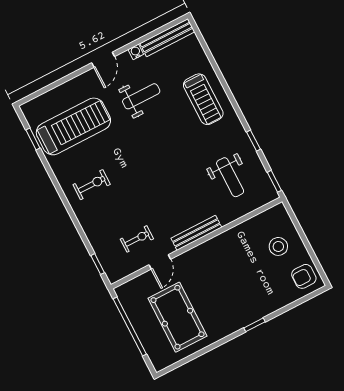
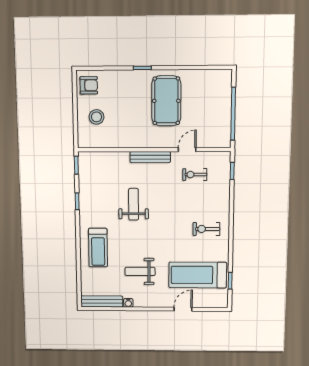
door: (103, 60) -> (183, 309), moved
treadmill: (203, 99) -> (98, 248), turned 180
weight bench: (230, 177) -> (134, 204), moved
pool table: (177, 317) -> (166, 101), moved

